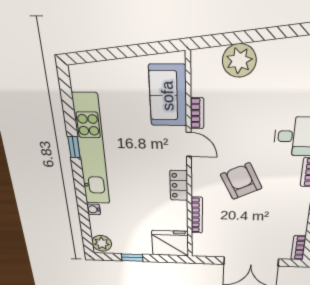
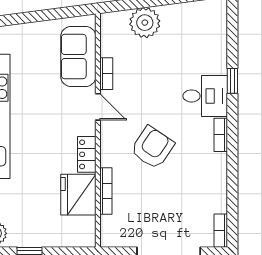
armchair: (241, 181) -> (152, 147), turned 60
fridge: (170, 243) -> (78, 195), moved, turned -90

